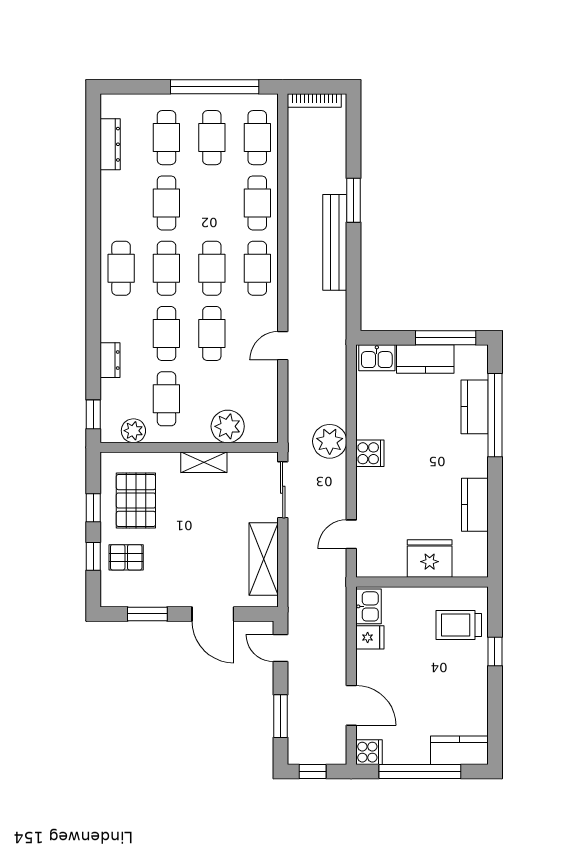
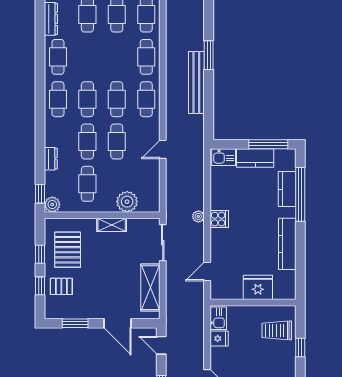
cafe table: (166, 203) -> (58, 57), moved
plant: (133, 431) -> (52, 204), moved
plant: (330, 441) -> (198, 216), width x0.53, depth x0.53
kitchen counter: (475, 505) -> (287, 244), width x1.50

